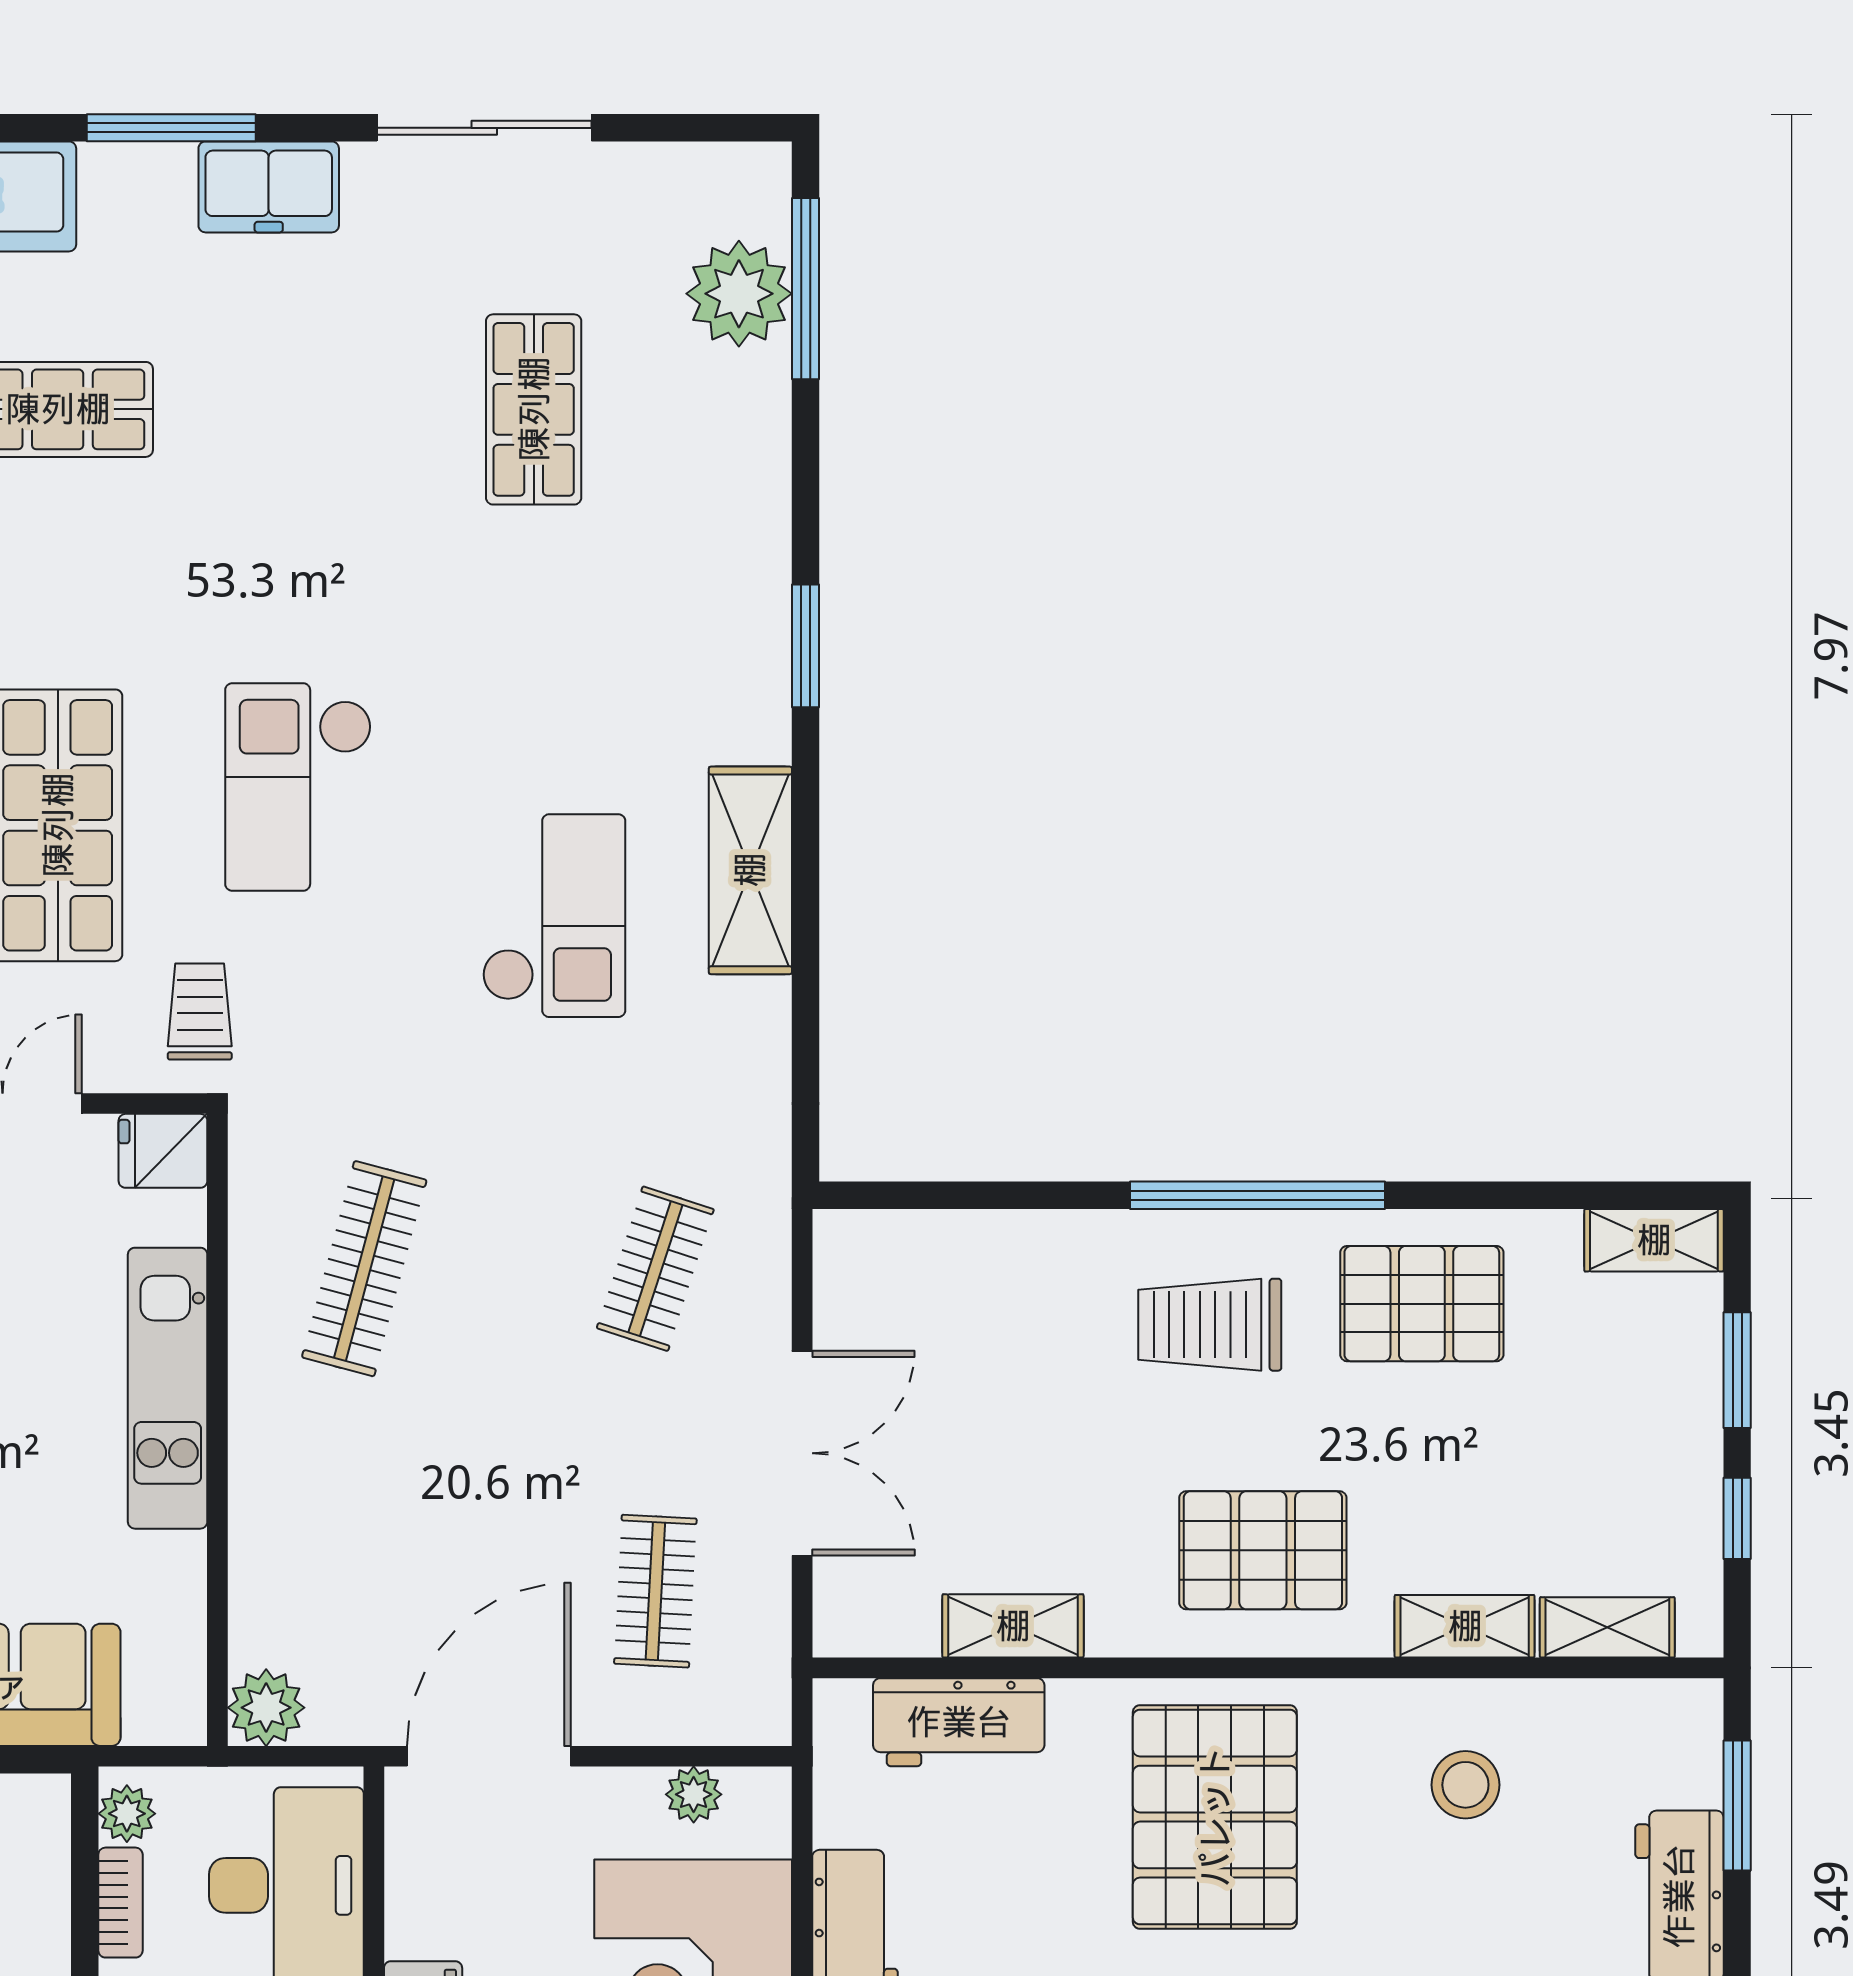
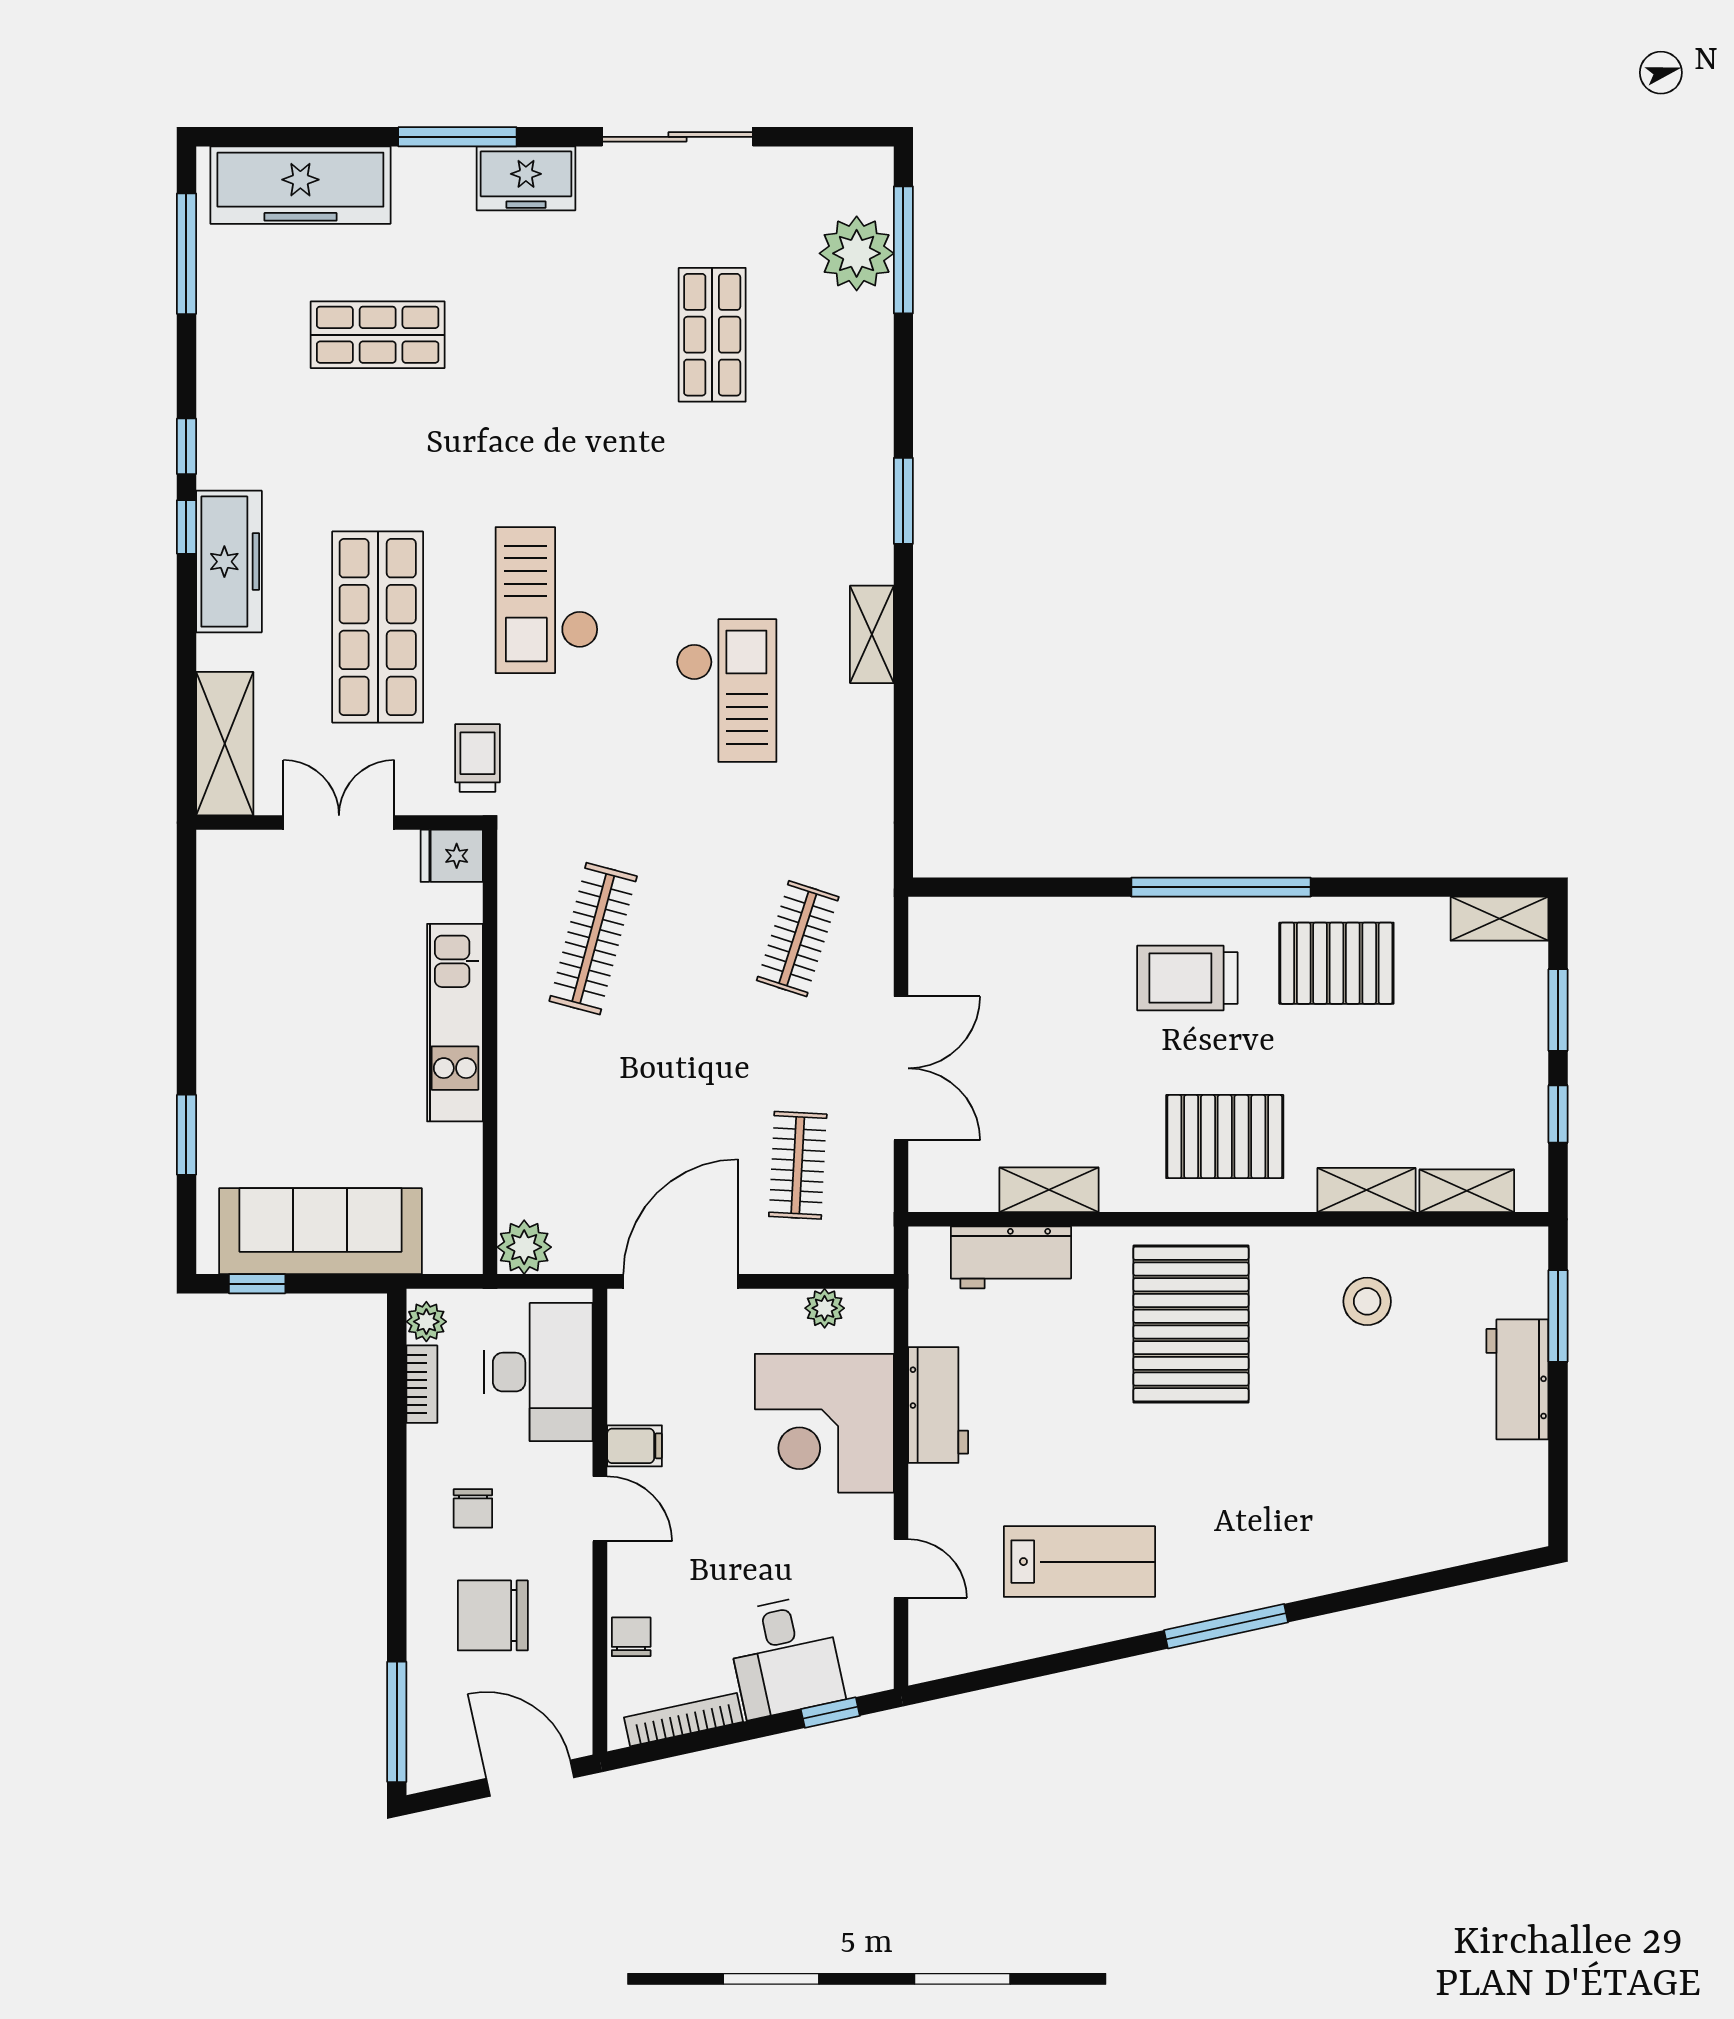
shelving: (750, 870) -> (872, 634), width x0.67, depth x0.75

